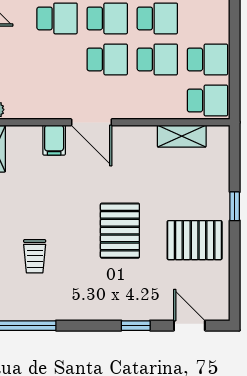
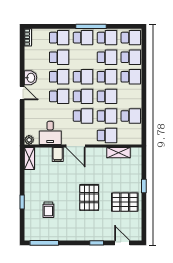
desk: (38, 95) -> (50, 133), added
school desk: (207, 100) -> (107, 136), moved

